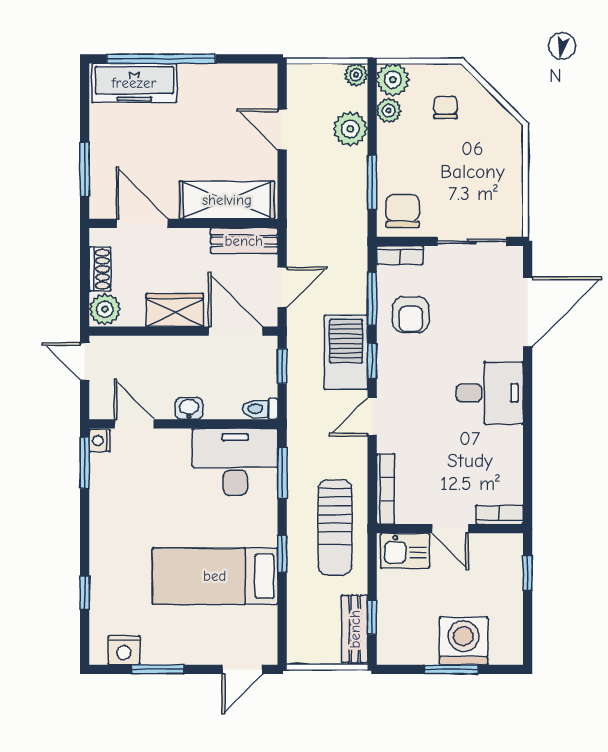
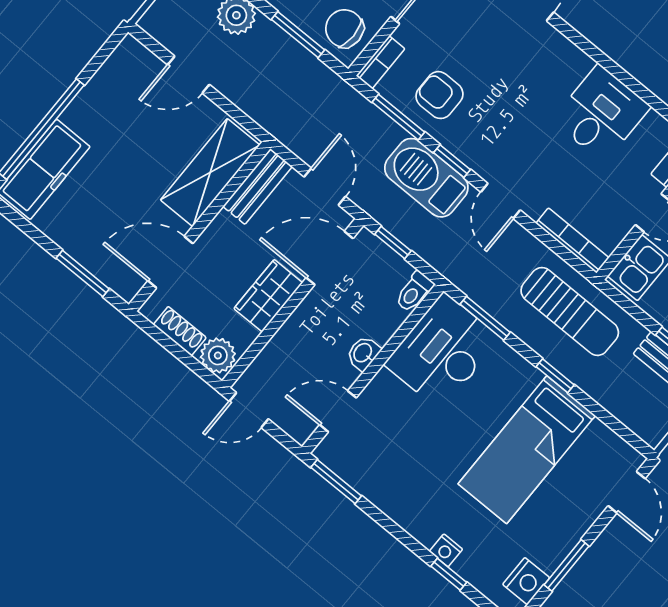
armchair: (411, 315) -> (439, 95), turned 180
desk: (490, 393) -> (601, 113), moved
nightstand: (100, 441) -> (446, 550), moved

